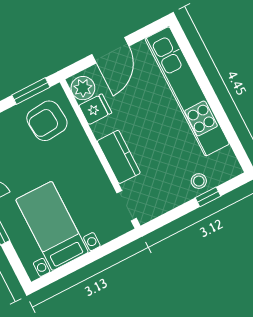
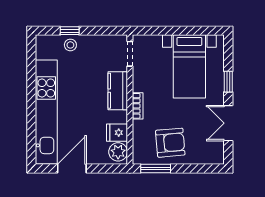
door: (110, 50) -> (72, 168), moved
armchair: (47, 121) -> (170, 143), moved
bookcase: (88, 151) -> (138, 106), added

